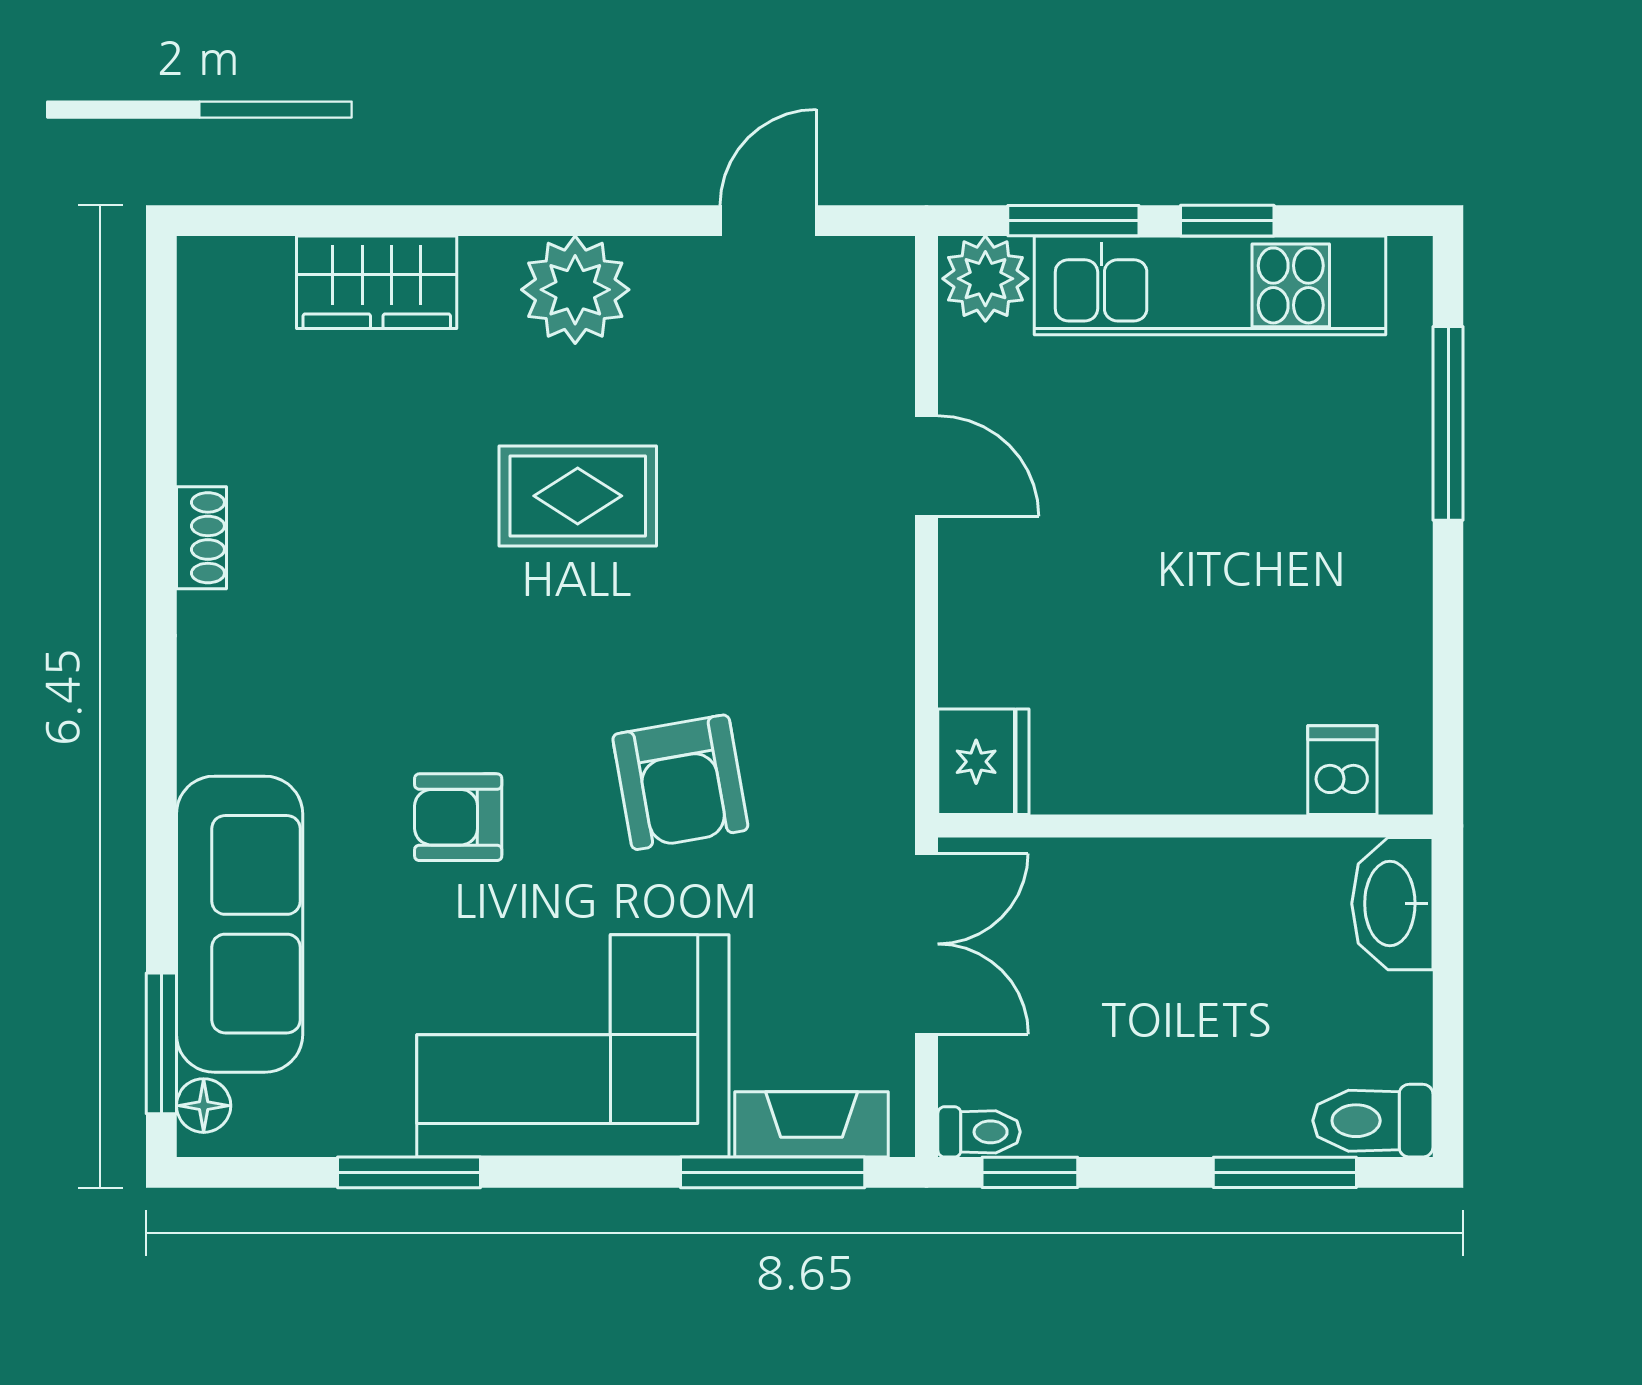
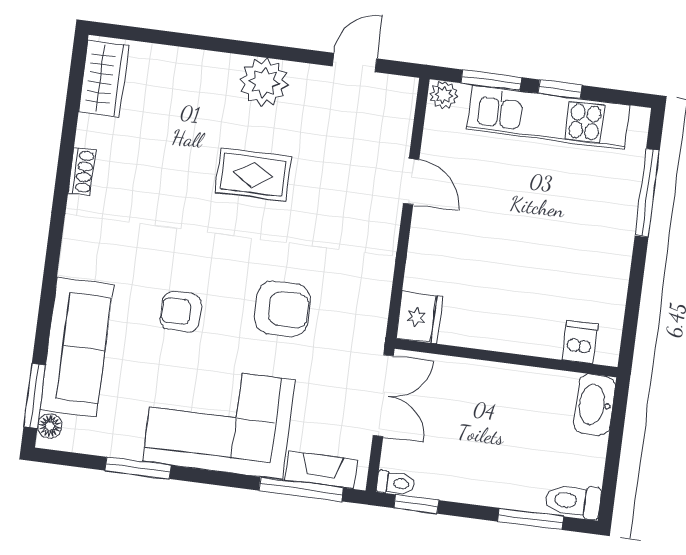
plant: (985, 279) -> (444, 95), width x0.73, depth x0.73
wardrobe: (377, 282) -> (104, 79), moved, turned -90
armchair: (680, 782) -> (282, 309), turned -80

